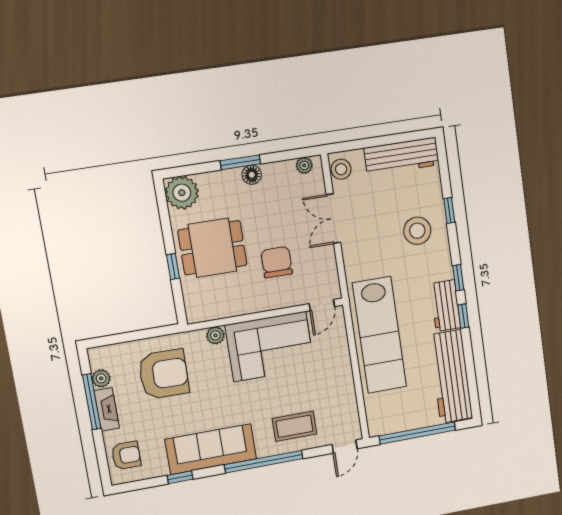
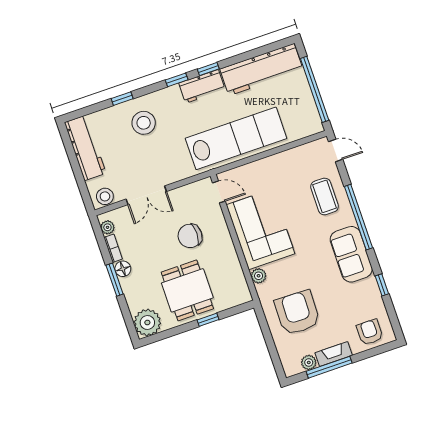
bookcase: (278, 168) -> (113, 248), added
sofa: (211, 449) -> (351, 254), width x0.73

